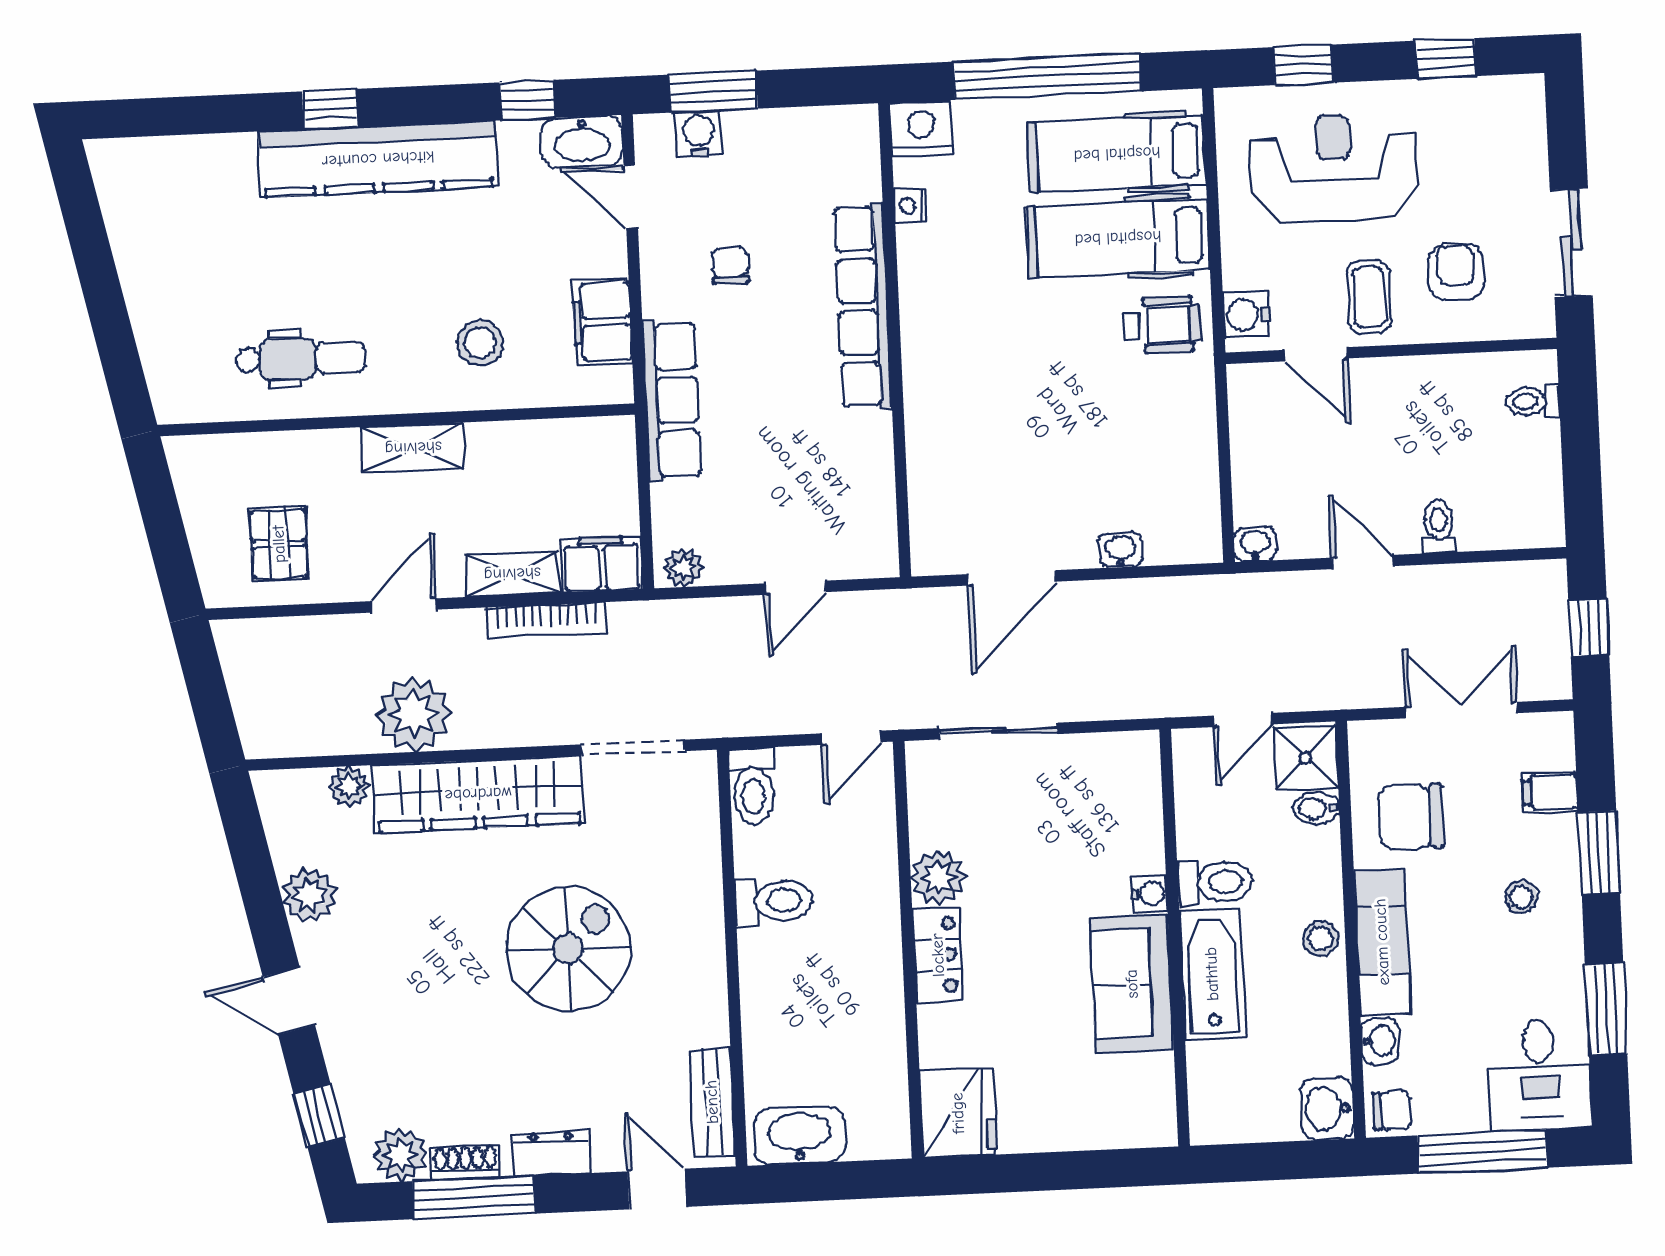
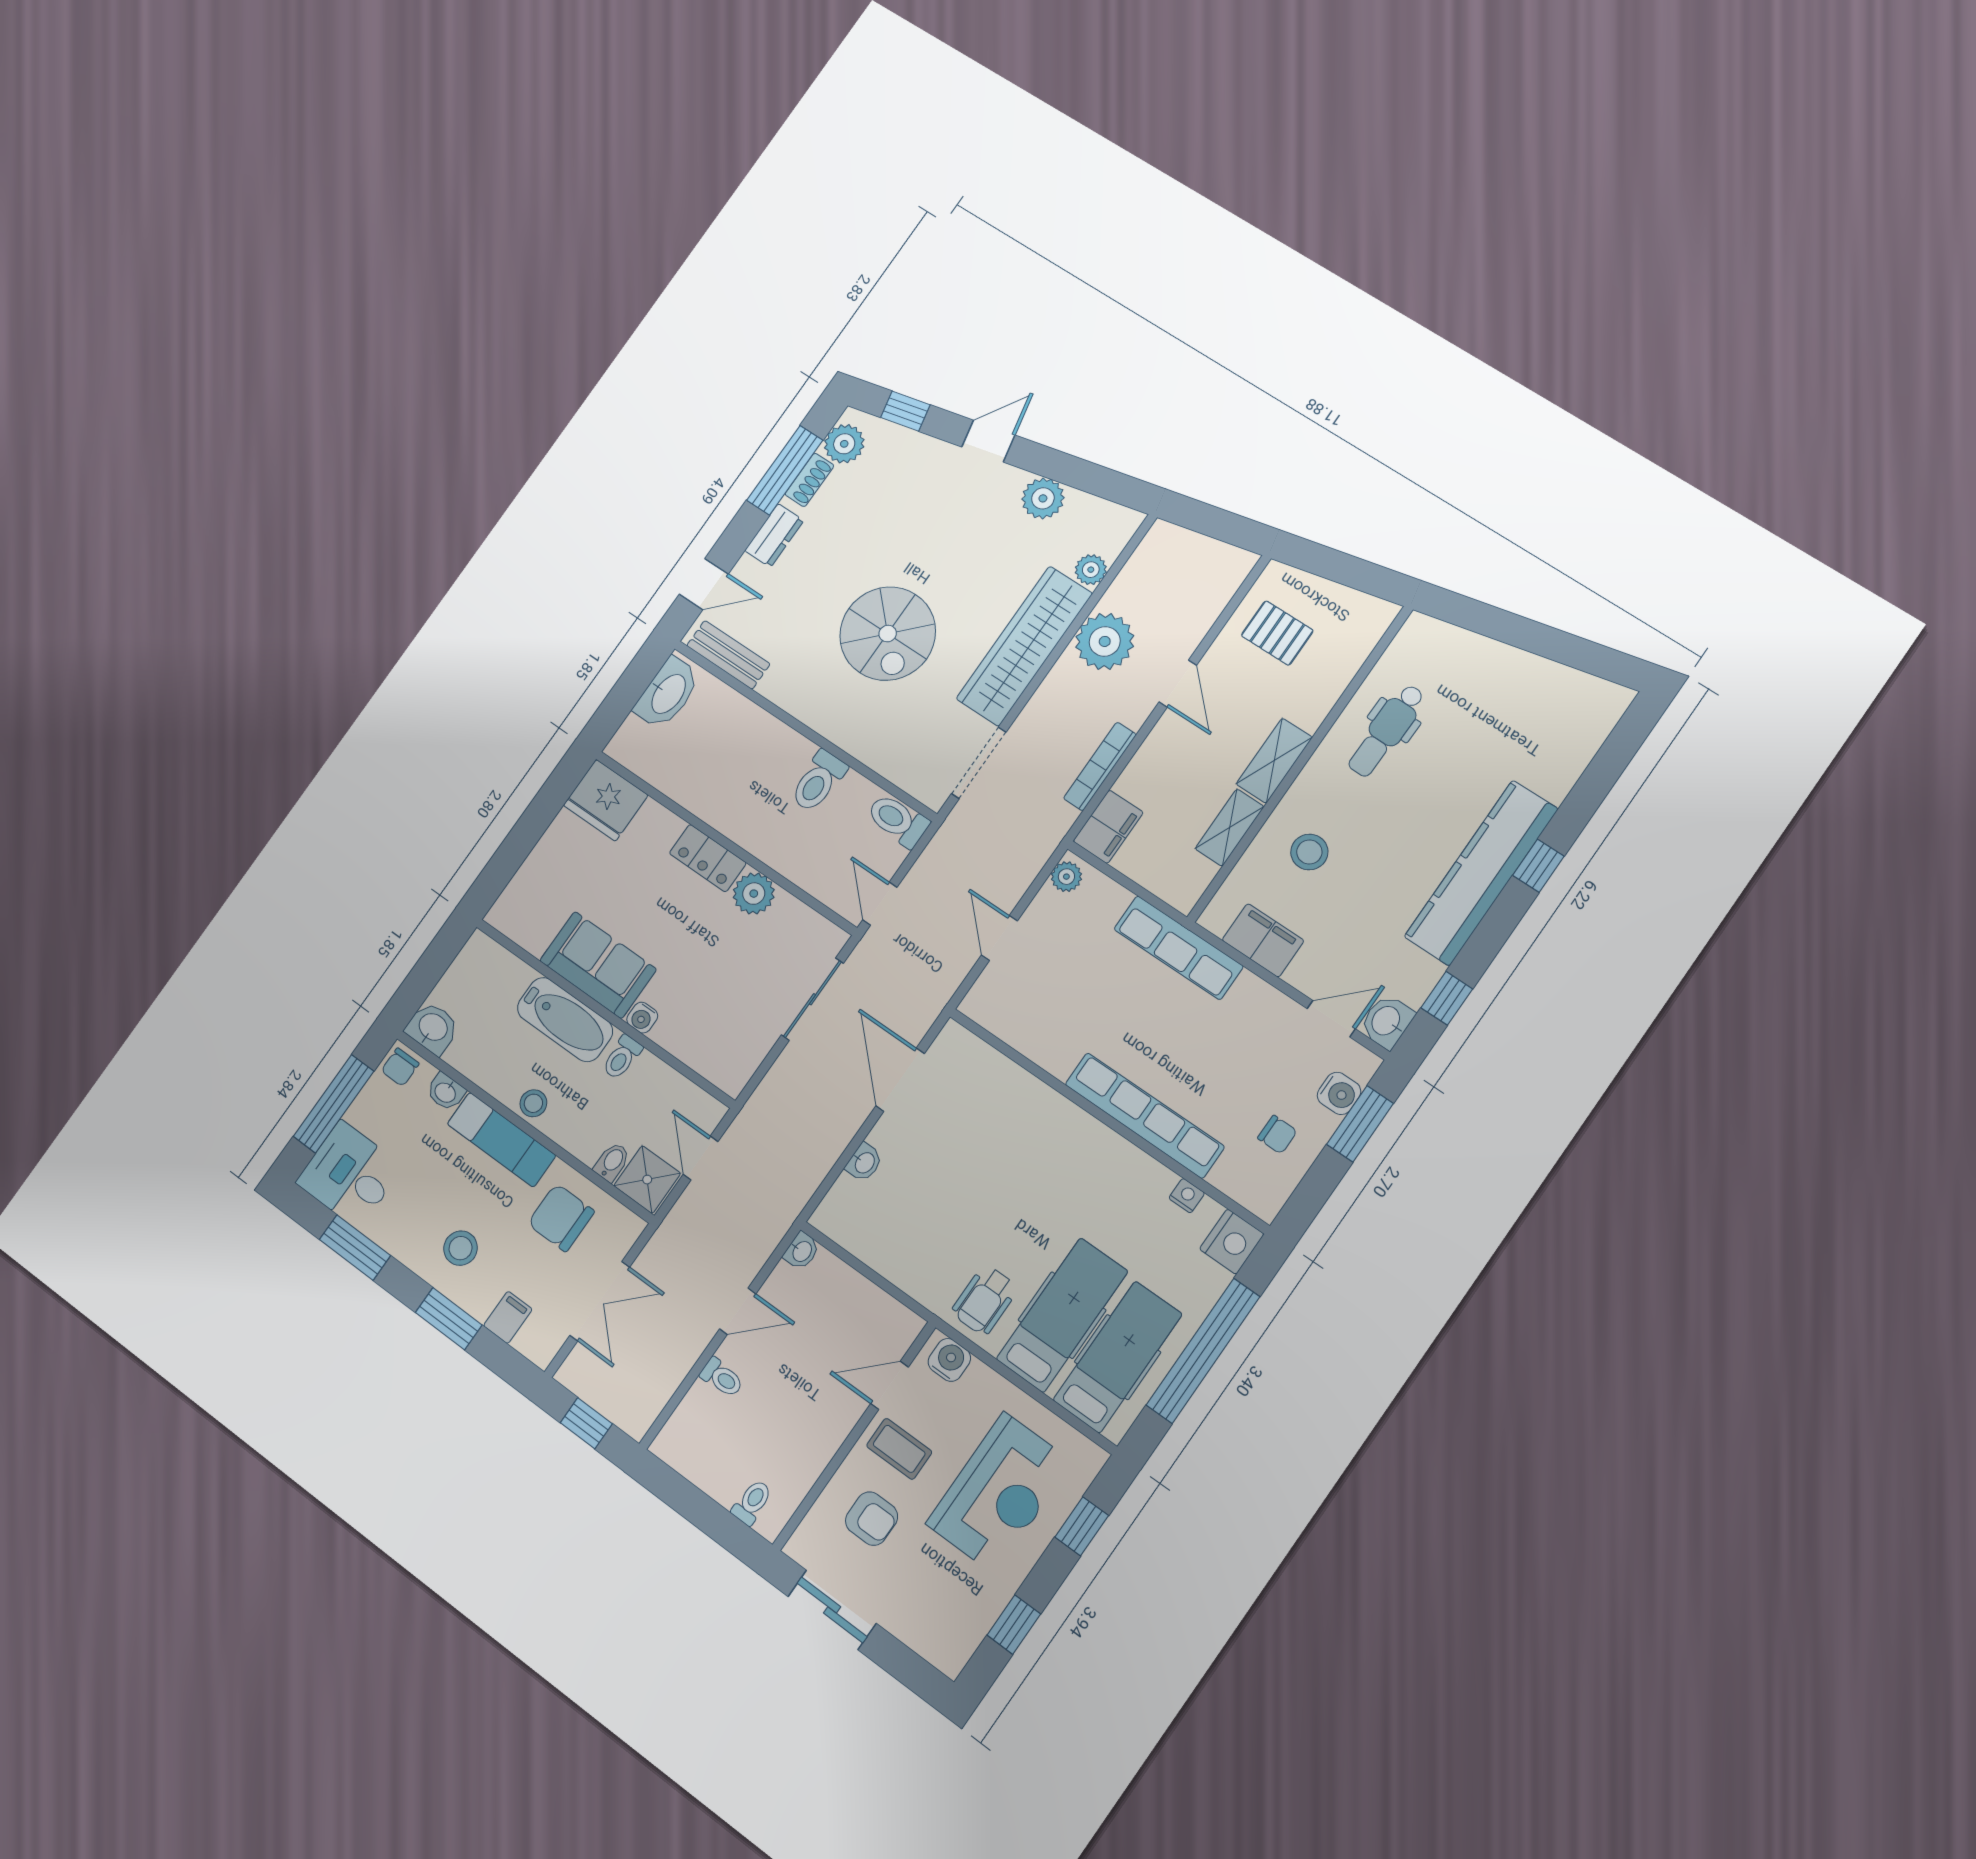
washbasin: (582, 141) -> (1387, 1021), width x0.72
chair: (730, 266) -> (1277, 1135), moved
shelving: (512, 574) -> (1230, 828), moved
chair: (1411, 817) -> (561, 1218), turned -90
toilet: (1215, 882) -> (622, 1057), width x0.73, depth x0.72
stool: (1521, 897) -> (461, 1248), width x1.37, depth x1.37

